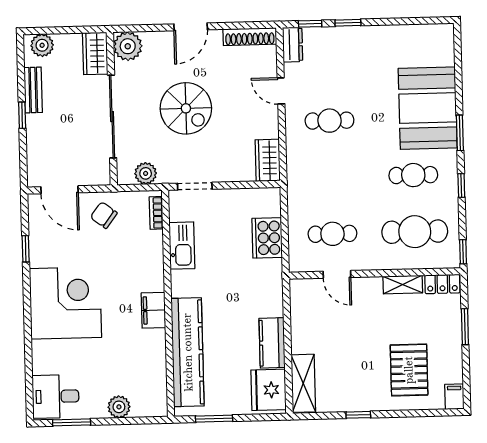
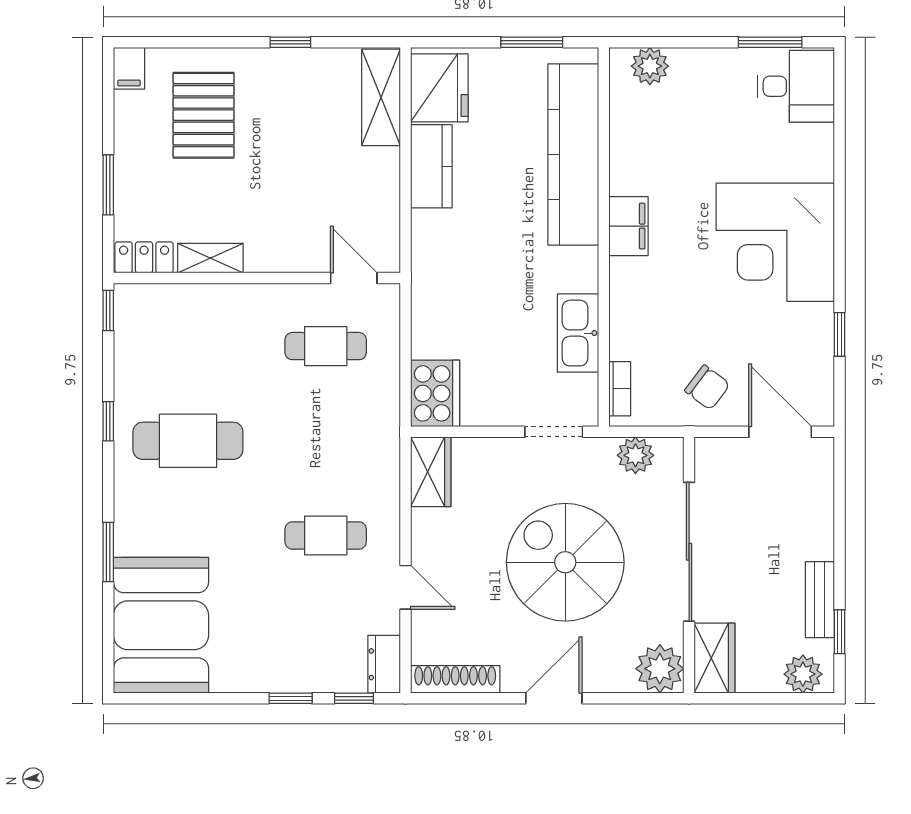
spiral stairs: (186, 108) -> (565, 562), width x1.37, depth x1.37
booth: (428, 108) -> (161, 625), moved
window: (22, 115) -> (839, 632), moved
window: (460, 133) -> (108, 552), moved
cafe table: (413, 175) -> (188, 441), width x1.37, depth x1.35
cafe table: (415, 232) -> (188, 346), removed
cooker: (267, 238) -> (435, 393), moved
door: (337, 274) -> (354, 278), moved
plant: (119, 407) -> (650, 66), moved

